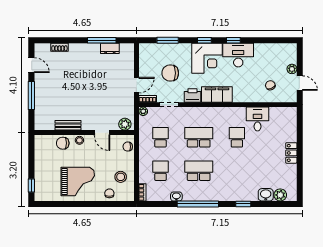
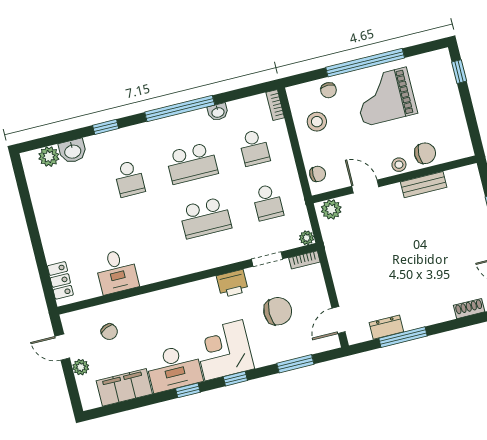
door: (136, 85) -> (338, 320), moved
filing cabinet: (217, 94) -> (124, 387), moved, turned 180
school desk: (237, 137) -> (129, 179), moved
locker: (291, 153) -> (60, 280), moved
window: (84, 204) -> (365, 63), added

